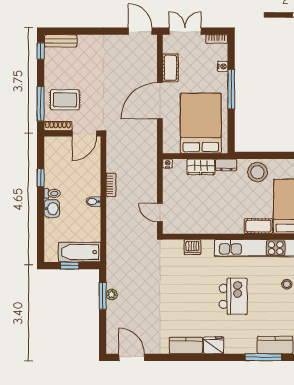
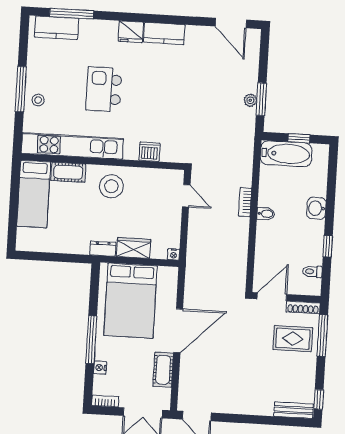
stool: (257, 172) -> (111, 186), moved
bookcase: (111, 185) -> (245, 202), moved
toilet: (52, 193) -> (312, 272), moved

